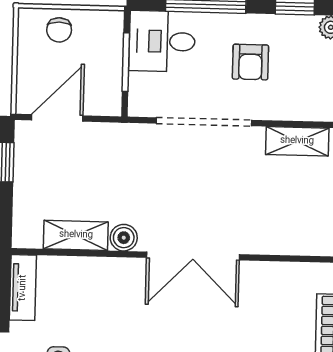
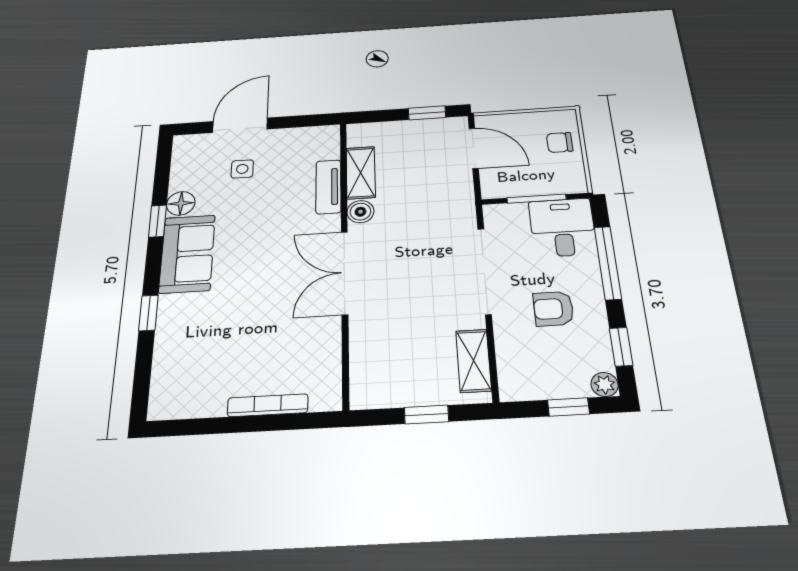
tv unit: (23, 288) -> (328, 187), moved, turned 90

